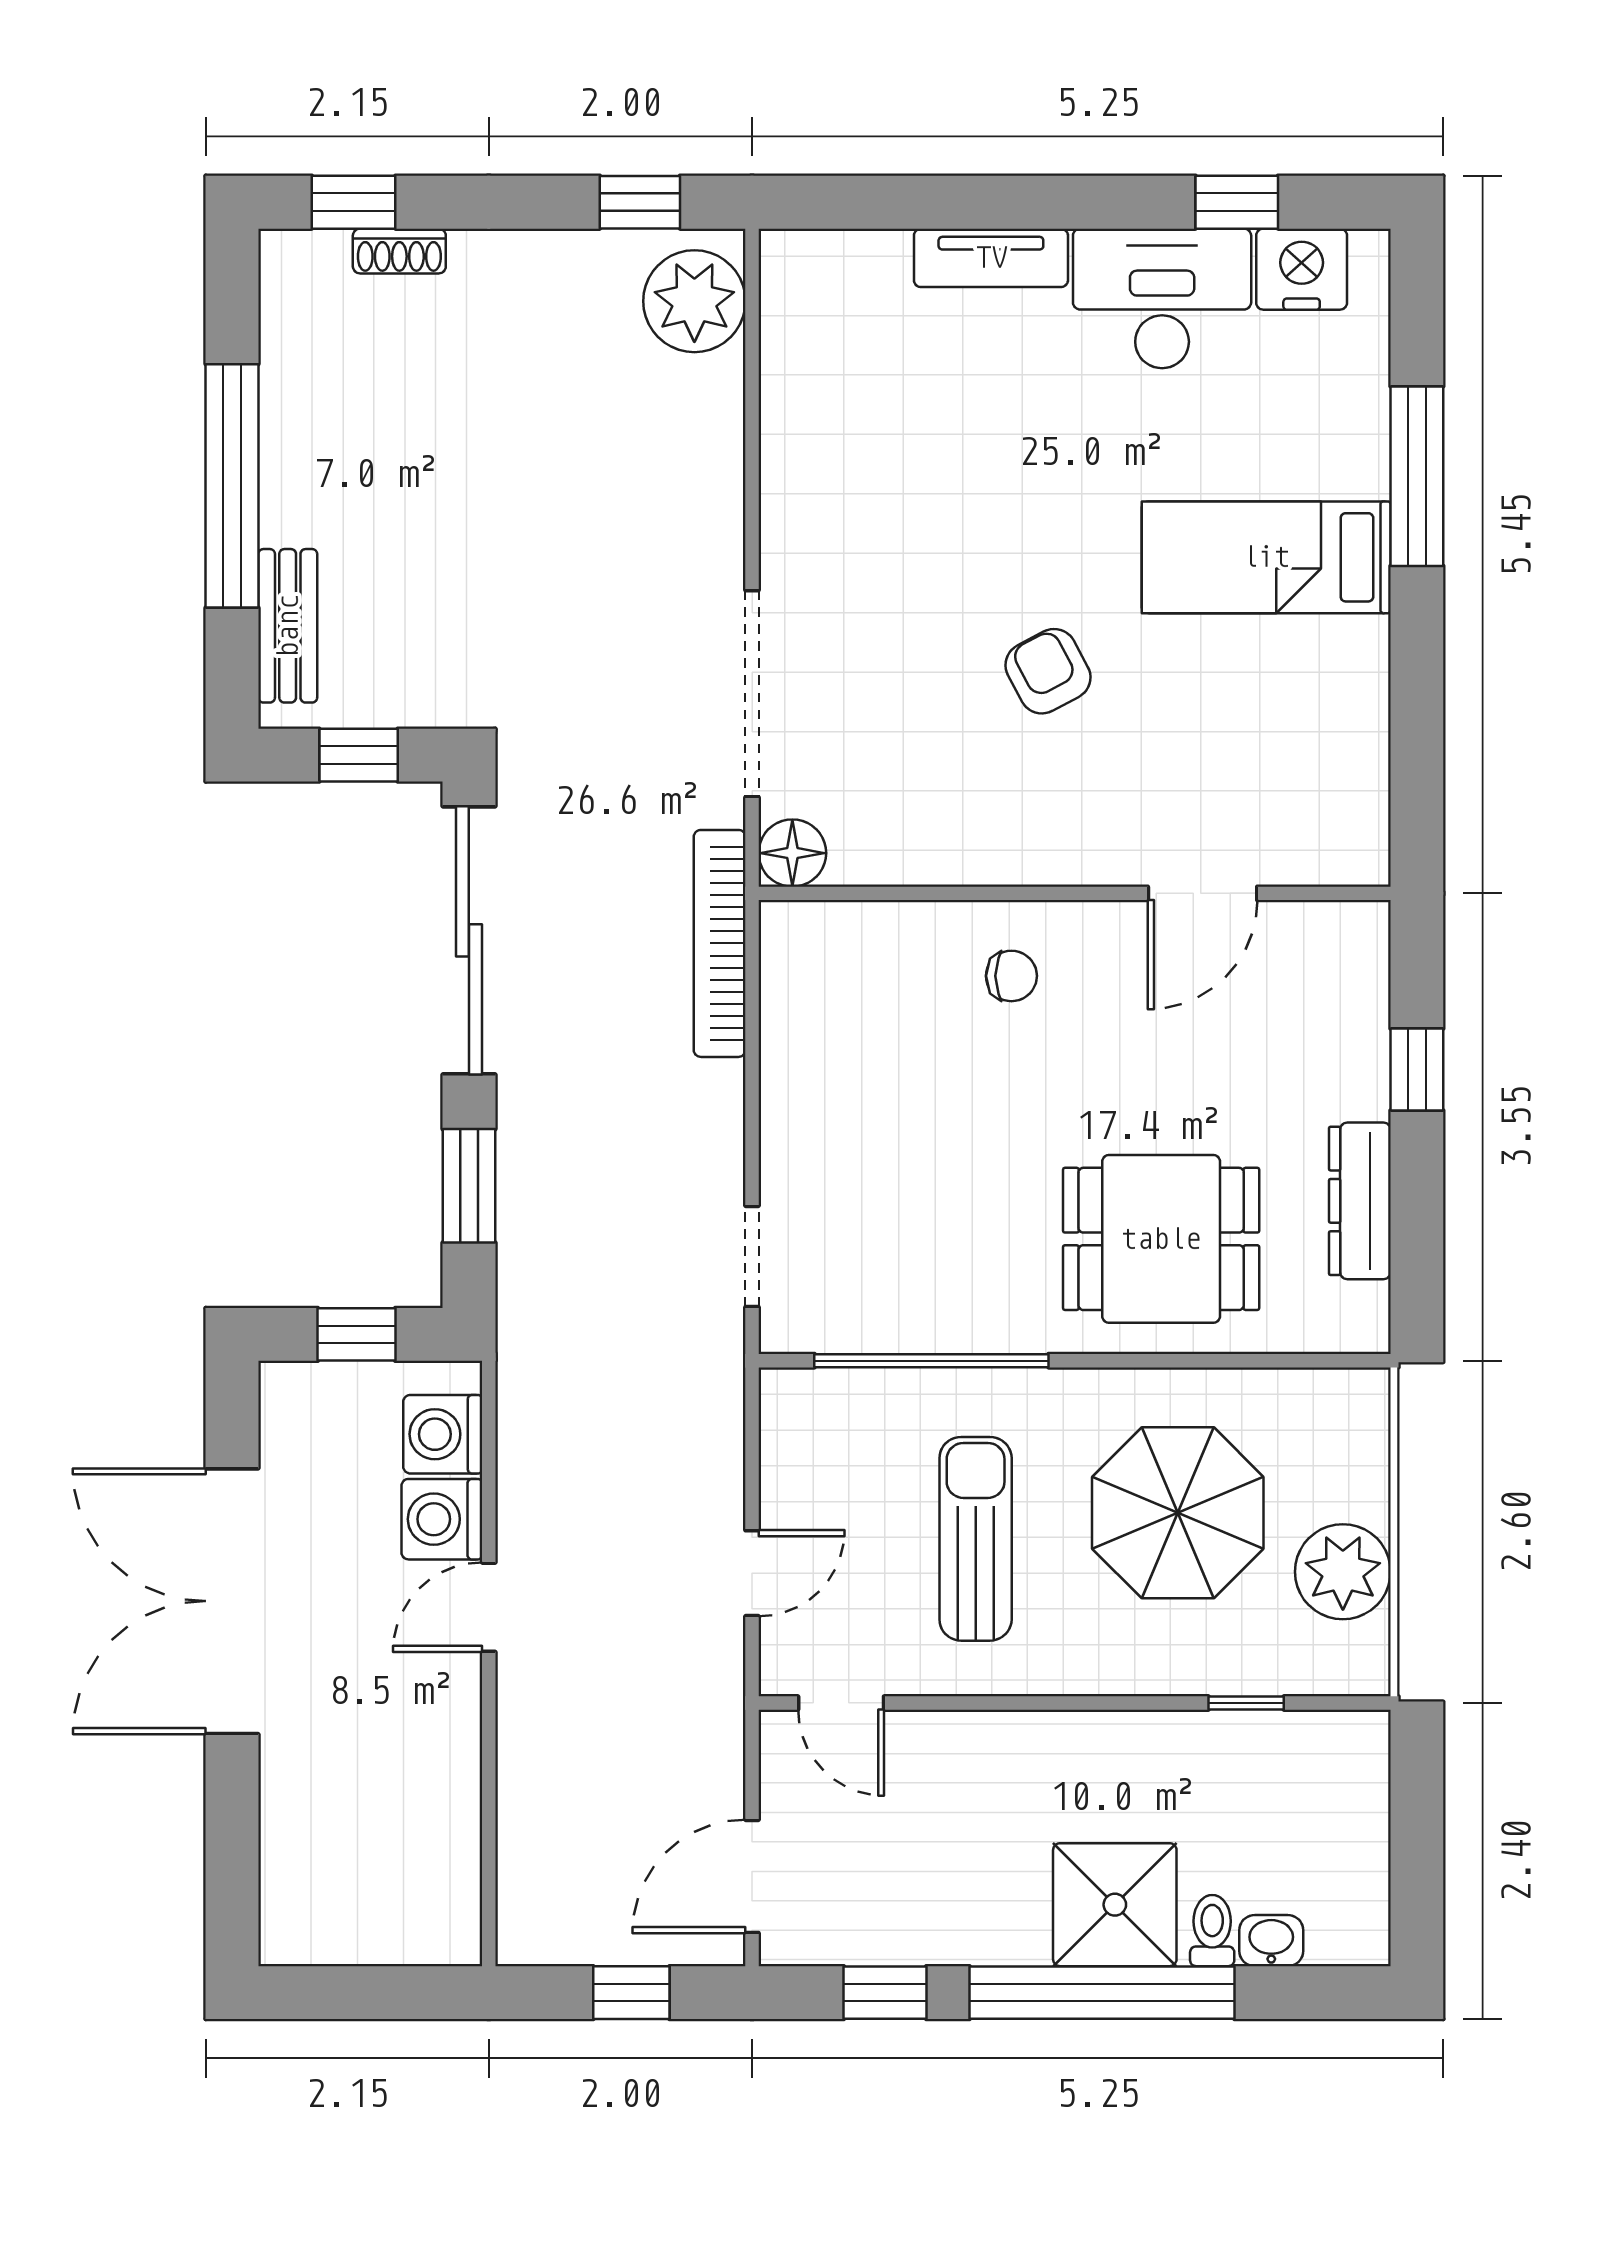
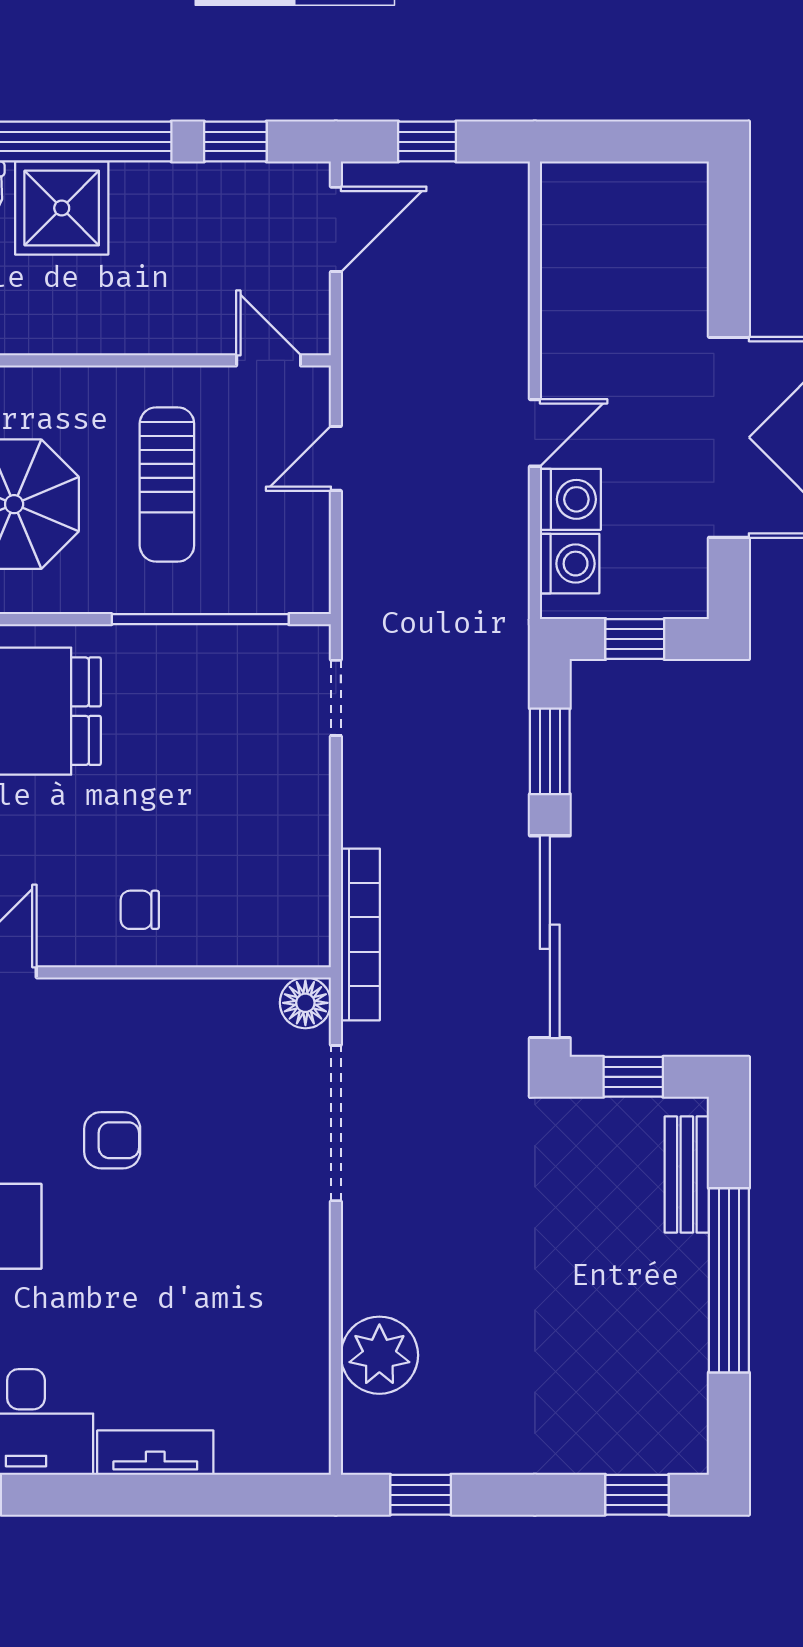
shoe rack: (399, 251) -> (602, 1458), removed
plant: (694, 301) -> (379, 1355), moved
armchair: (1048, 671) -> (112, 1140), turned -62

